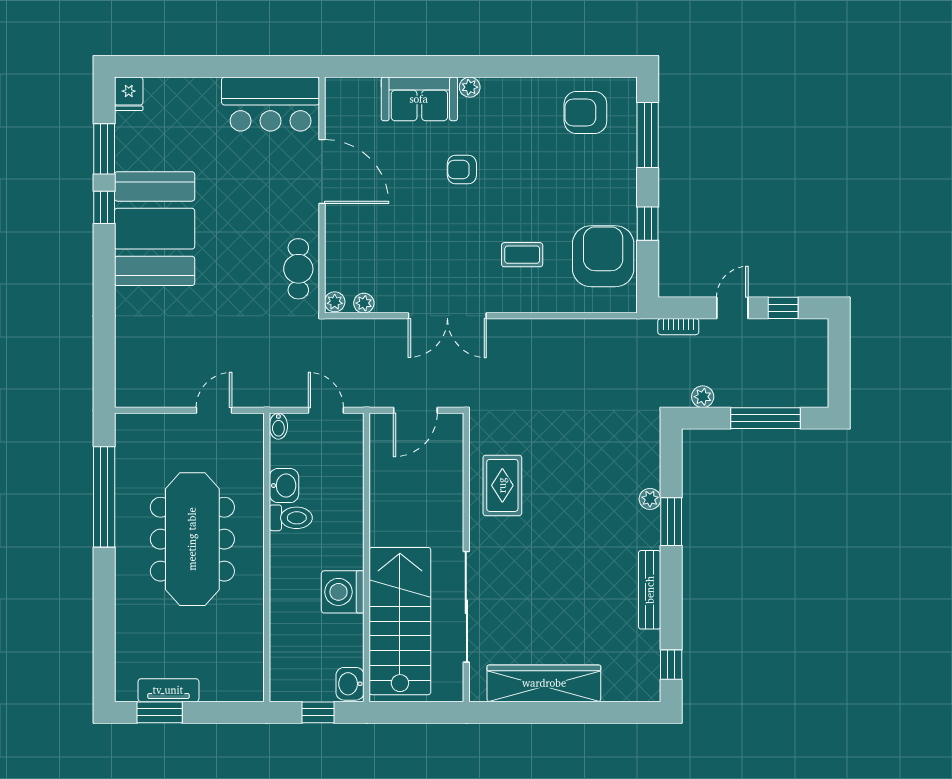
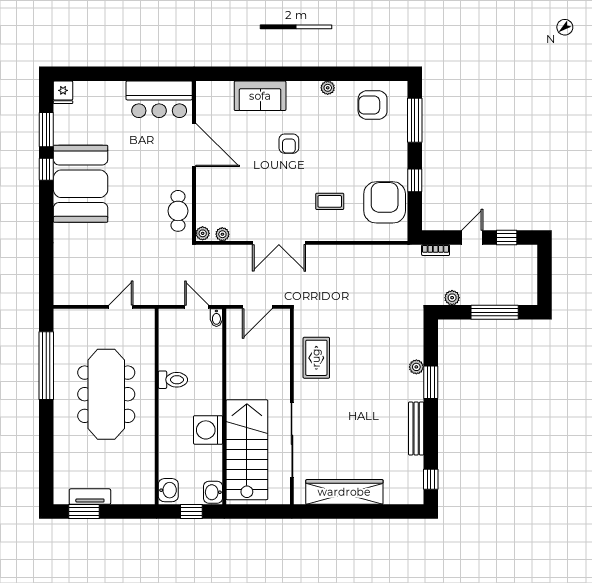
plant: (470, 87) -> (328, 88), moved
armchair: (462, 170) -> (289, 144), turned -90
bidet: (278, 426) -> (216, 318), moved
washbasin: (284, 486) -> (168, 490), moved

